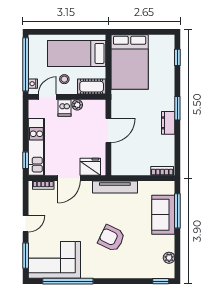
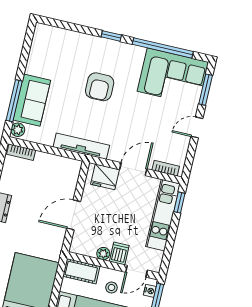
armchair: (111, 238) -> (100, 87), turned 64
plant: (169, 258) -> (18, 130), moved
window: (161, 281) -> (111, 36), moved

